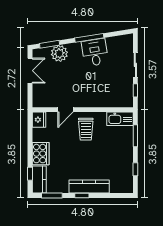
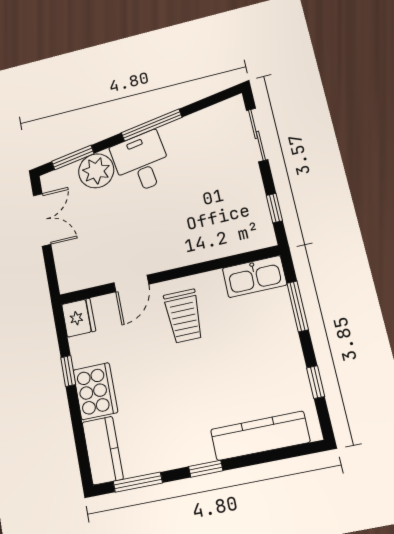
desk: (95, 52) -> (141, 162), moved
sliding door: (135, 65) -> (257, 135), moved
window: (30, 174) -> (68, 371), moved
kitchen counter: (89, 187) -> (260, 436), moved

